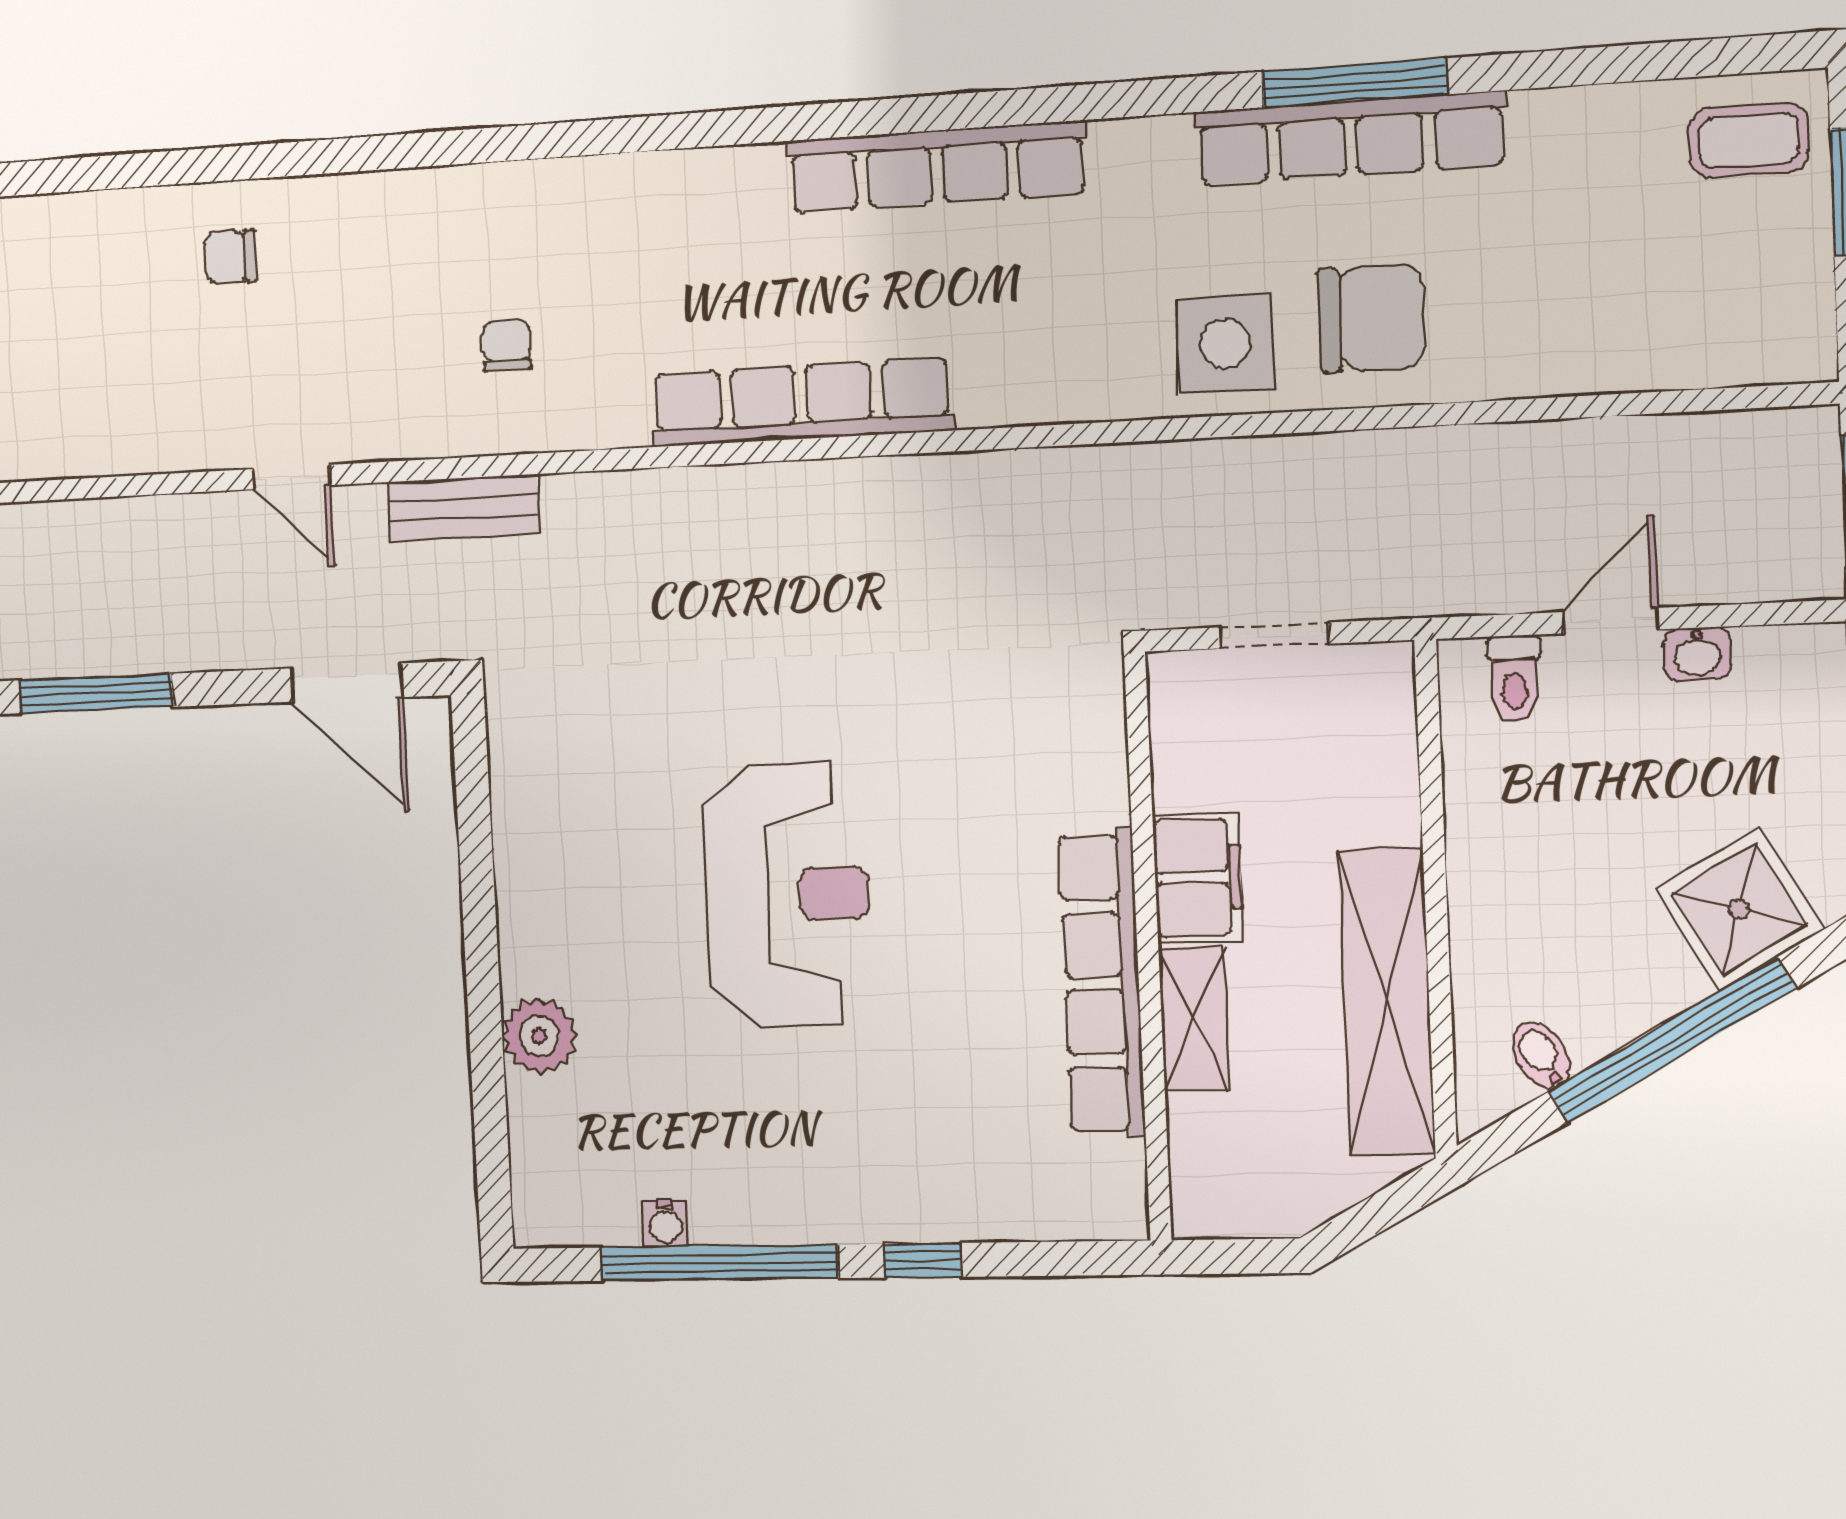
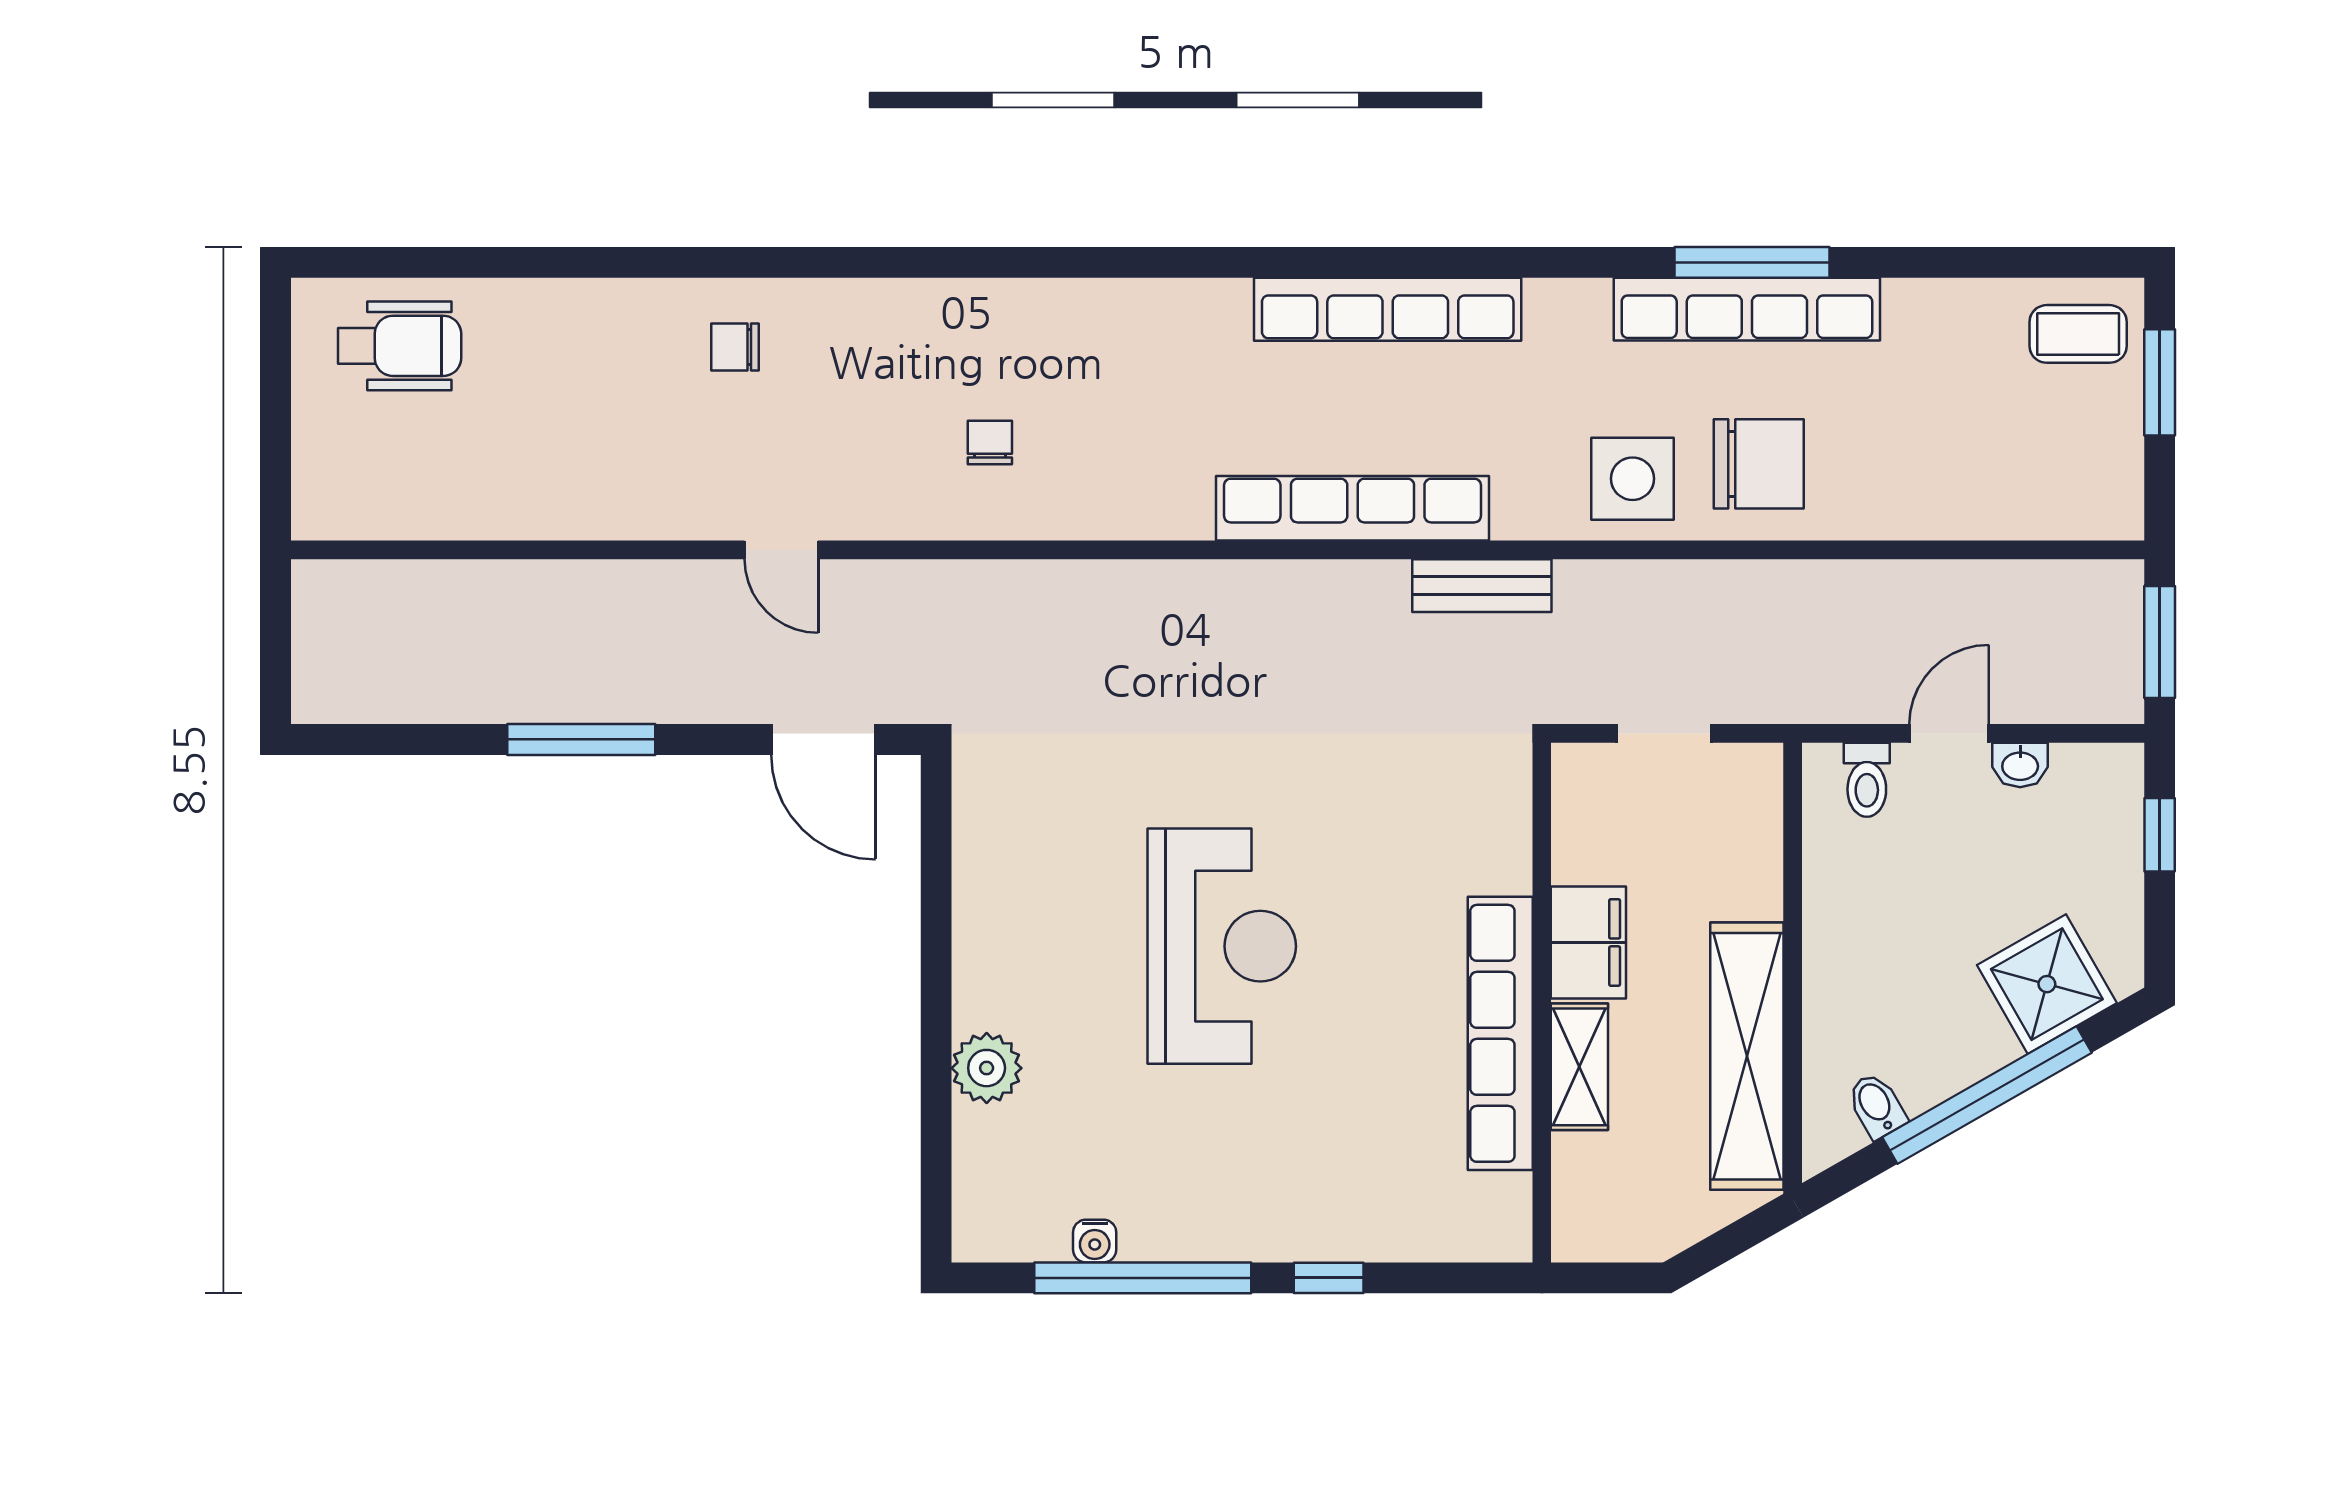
row of seats: (801, 402) -> (1352, 508), moved
bench: (463, 507) -> (1482, 586), moved

